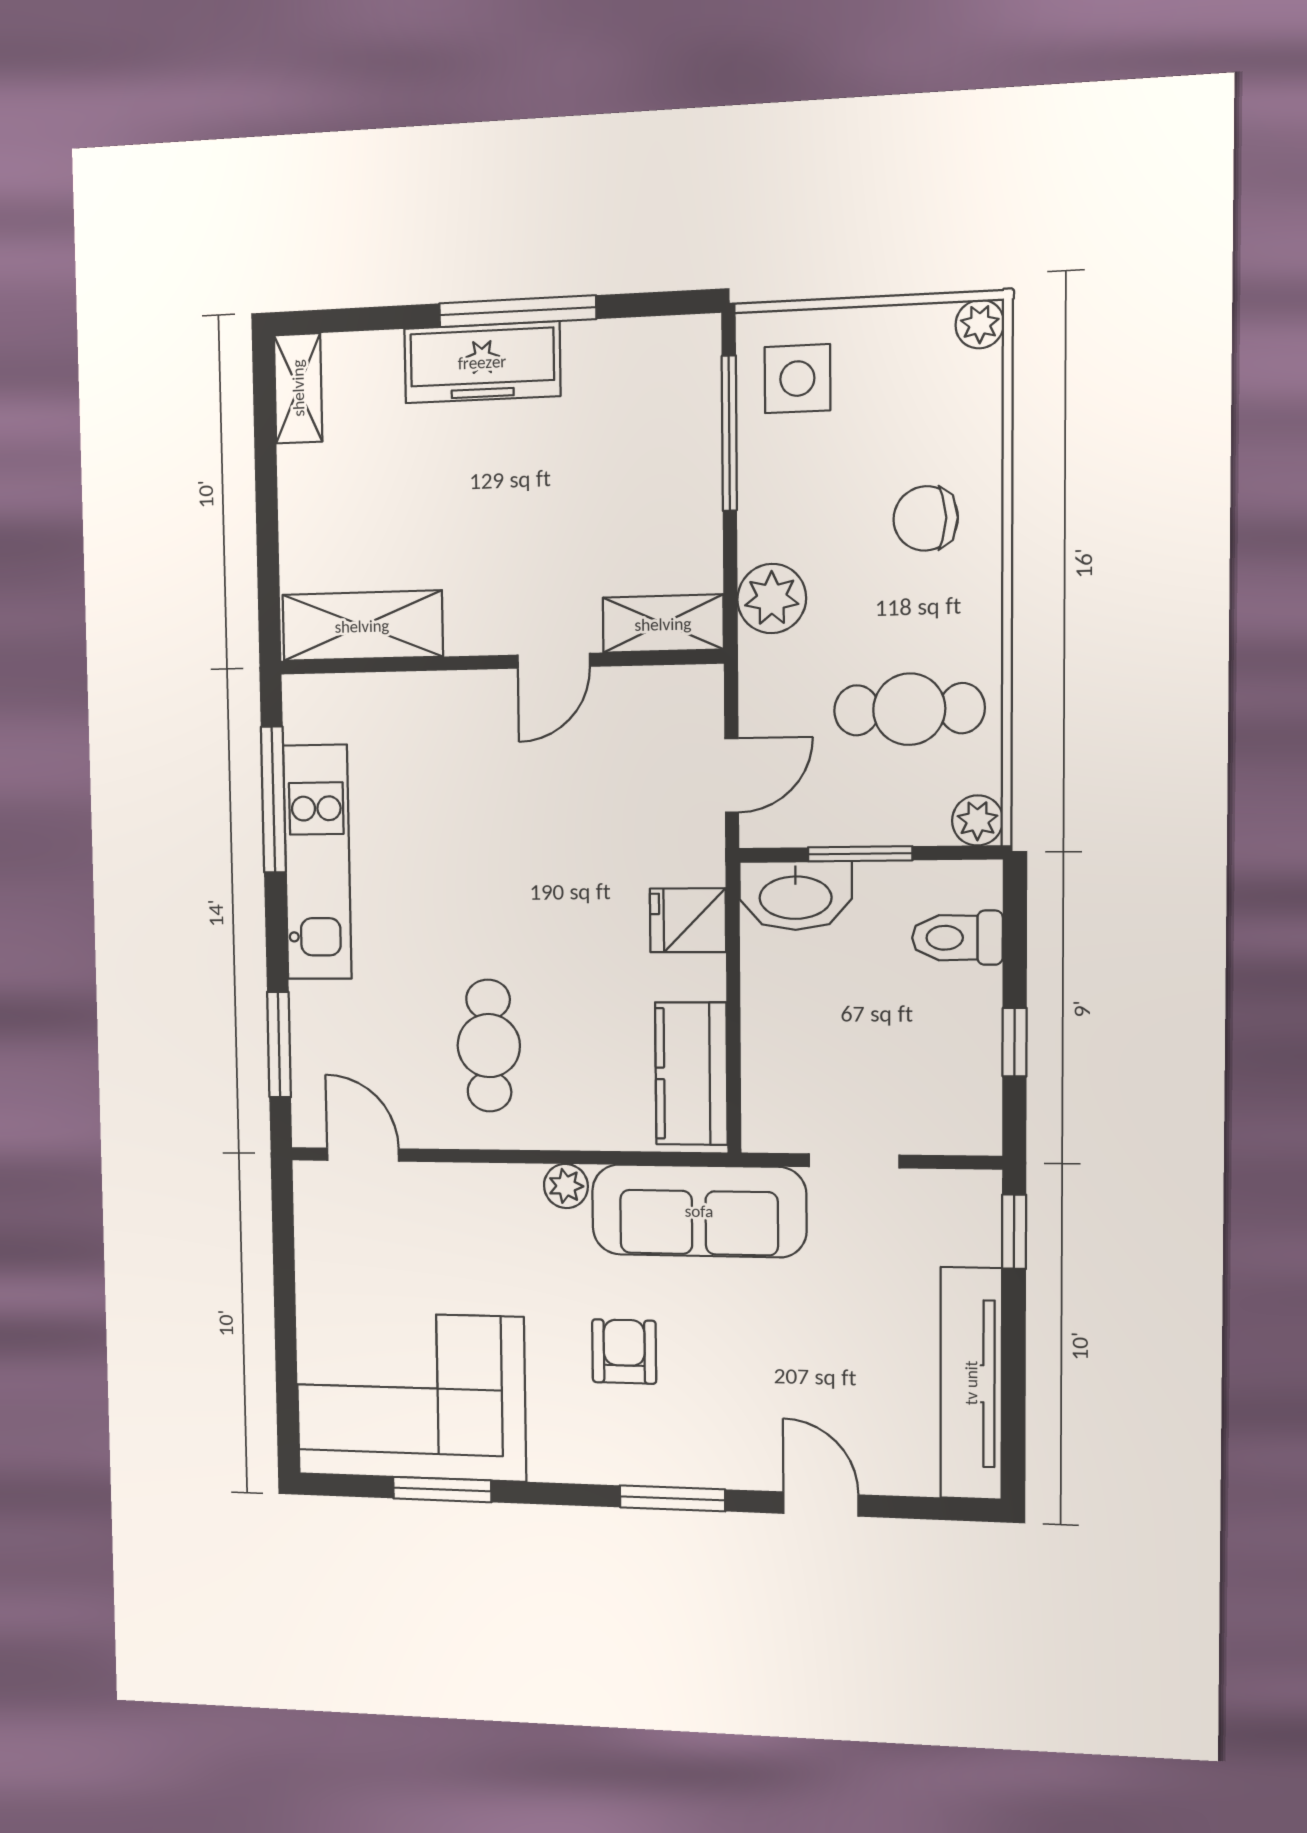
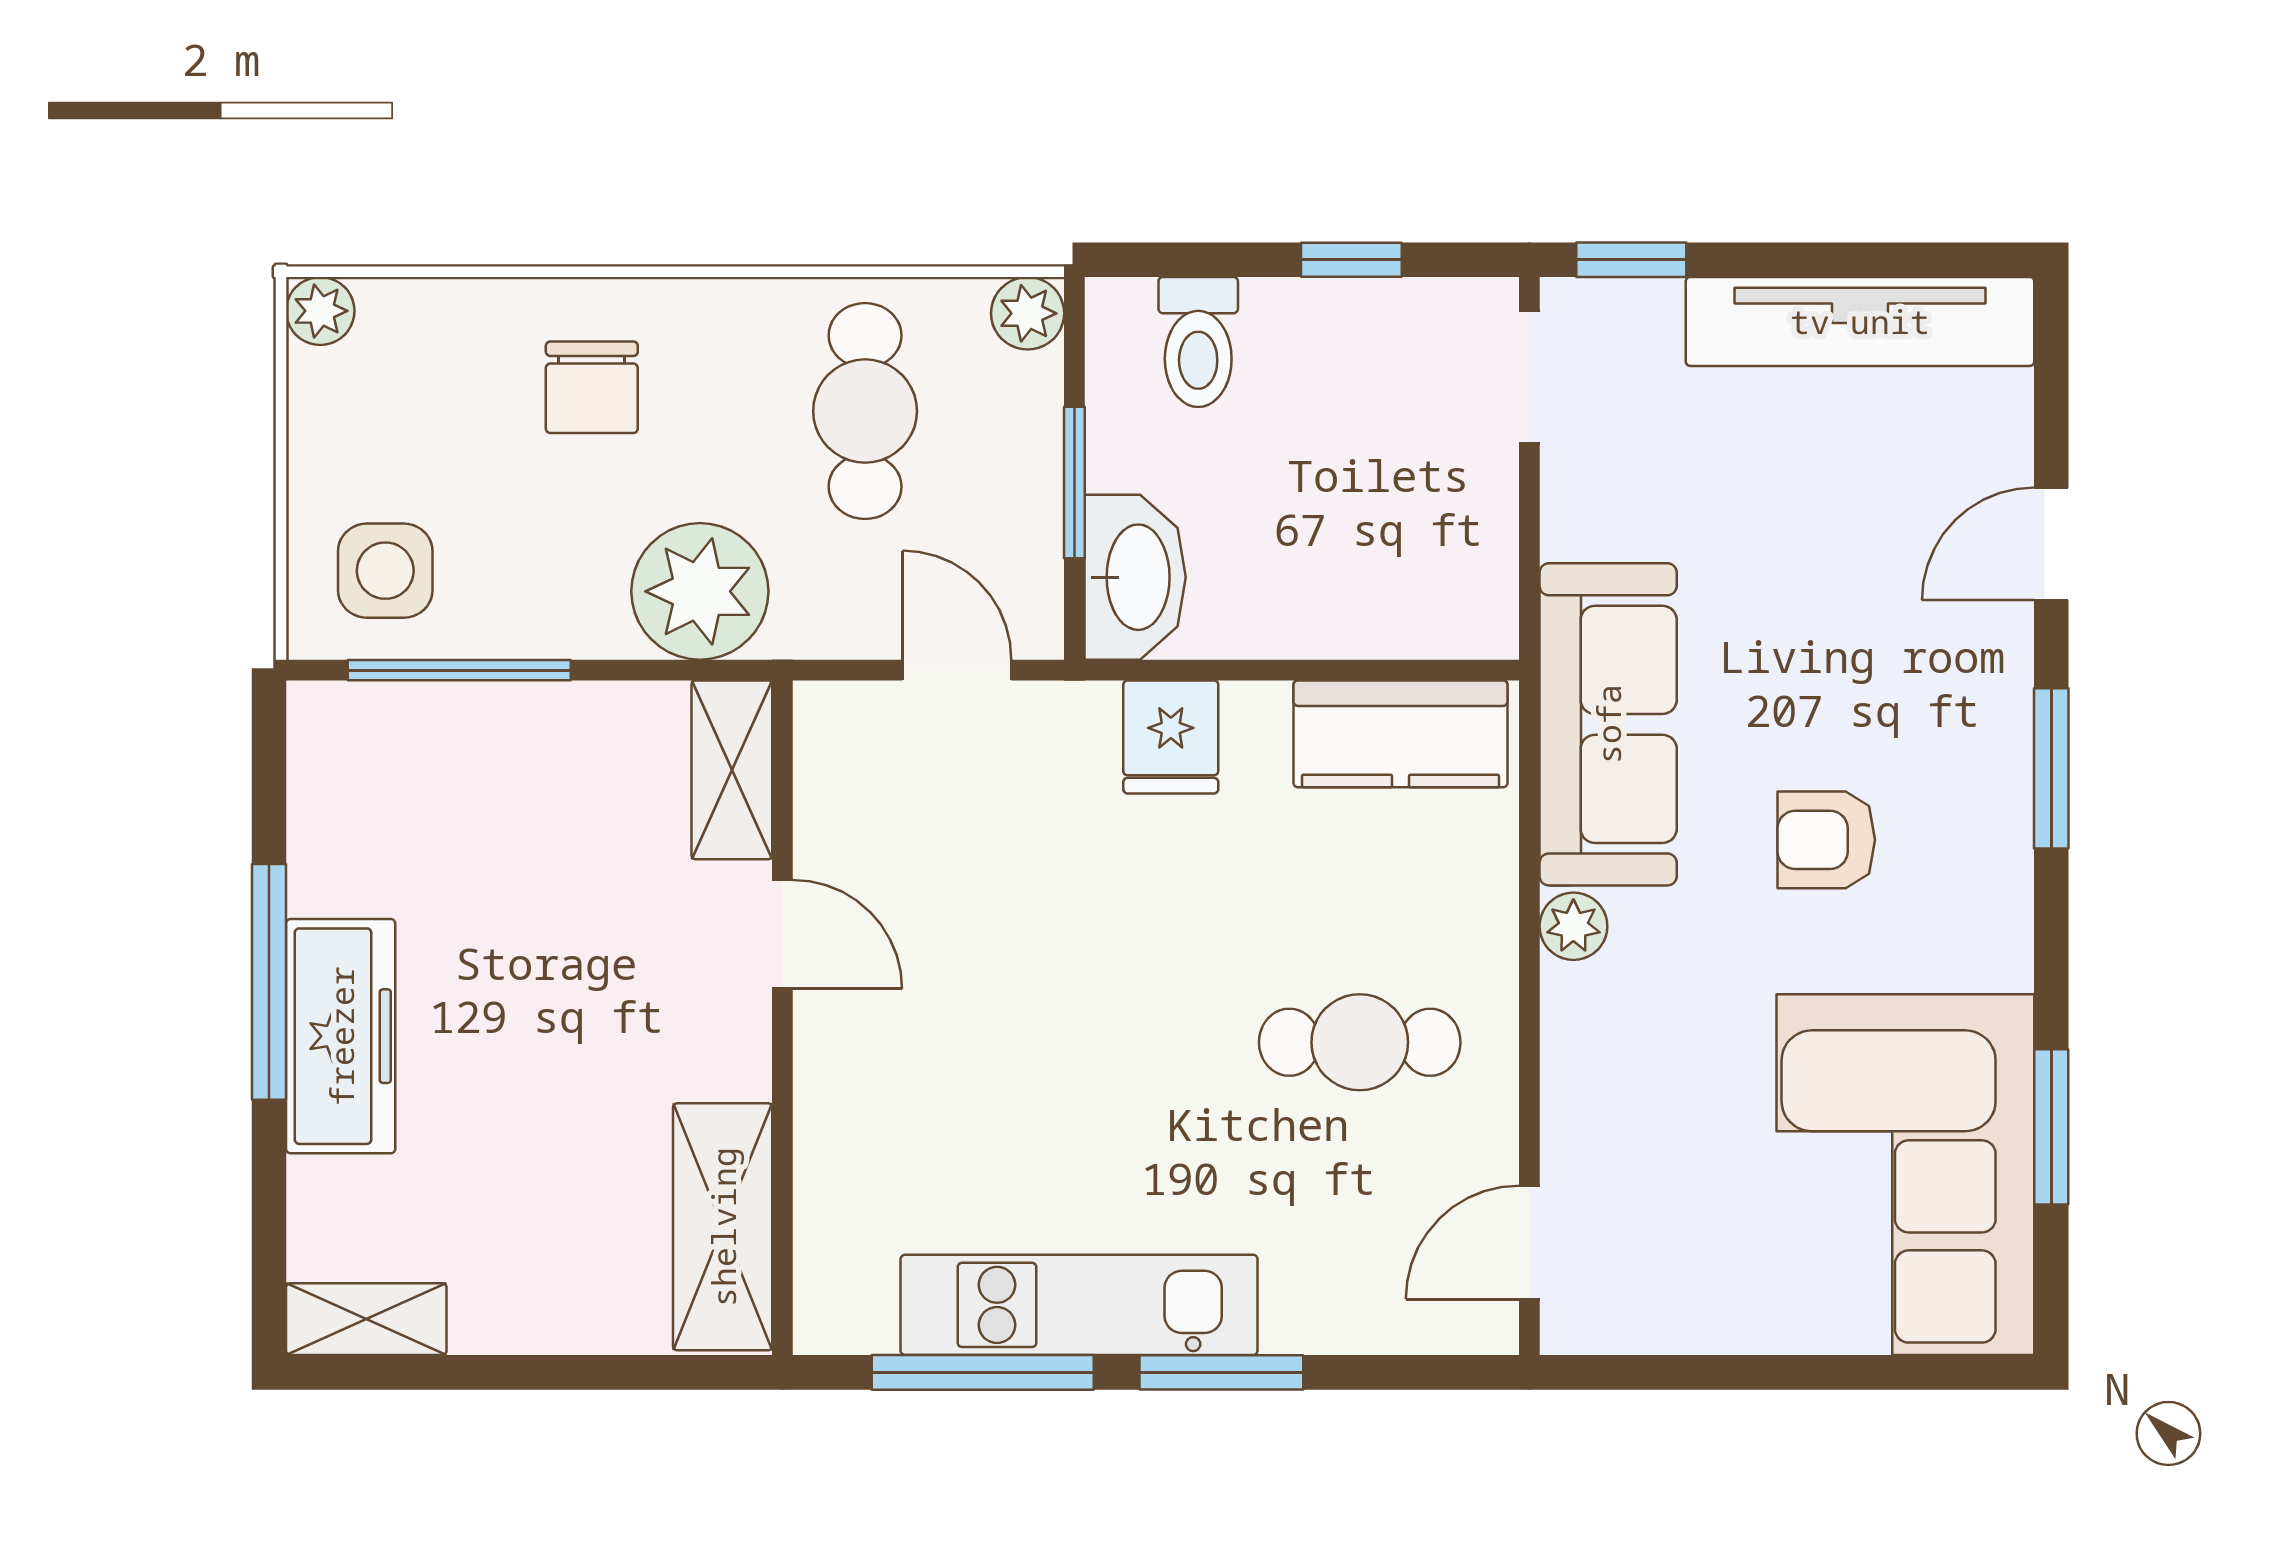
plant: (772, 599) -> (700, 591), width x1.36, depth x1.36
window: (279, 1045) -> (1221, 1372), moved
doorway: (854, 1161) -> (1529, 377), moved

